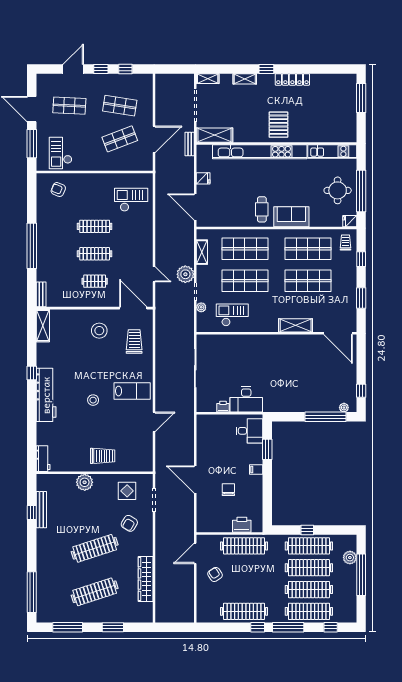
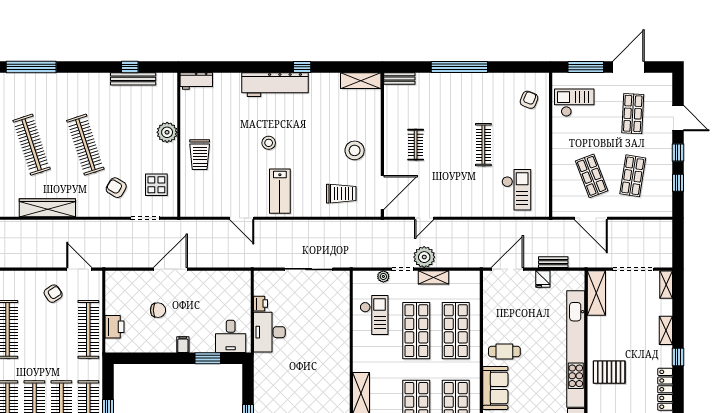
bench: (190, 144) -> (553, 262), moved
shelving: (202, 252) -> (433, 277), moved
clothes rail: (95, 254) -> (450, 145), removed

